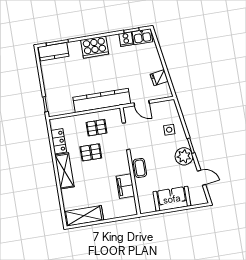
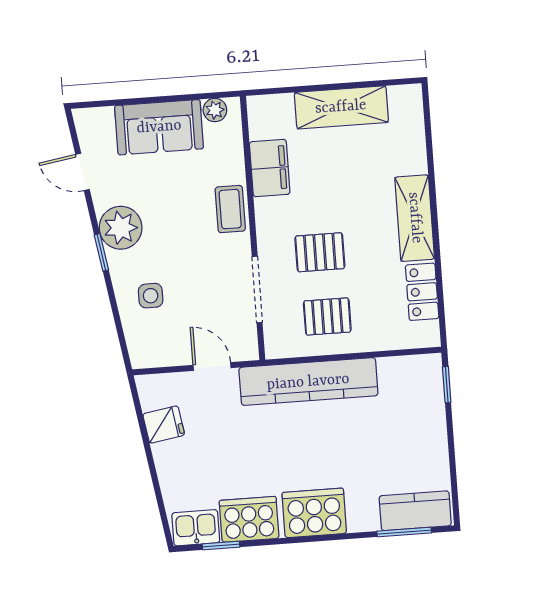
cooker: (126, 39) -> (249, 519), width x1.87, depth x1.31
pallet: (91, 152) -> (320, 252), moved
plant: (150, 208) -> (215, 110), added
shelving: (84, 216) -> (341, 107), moved

